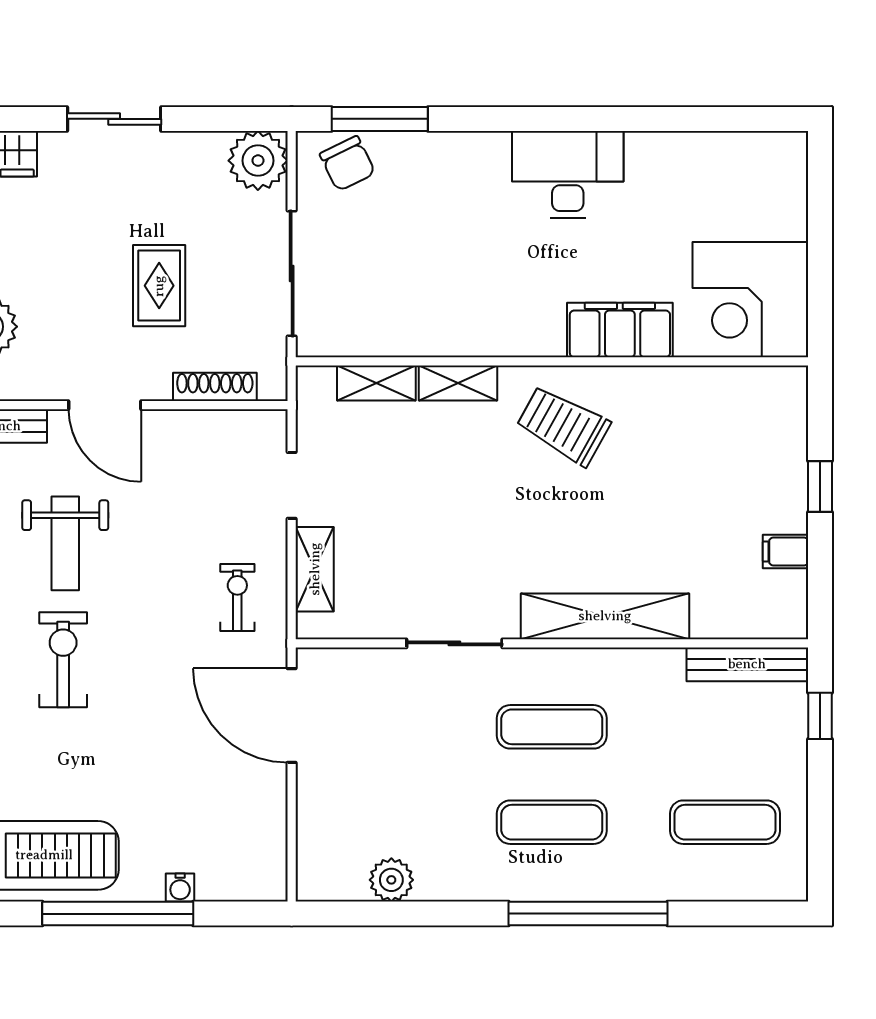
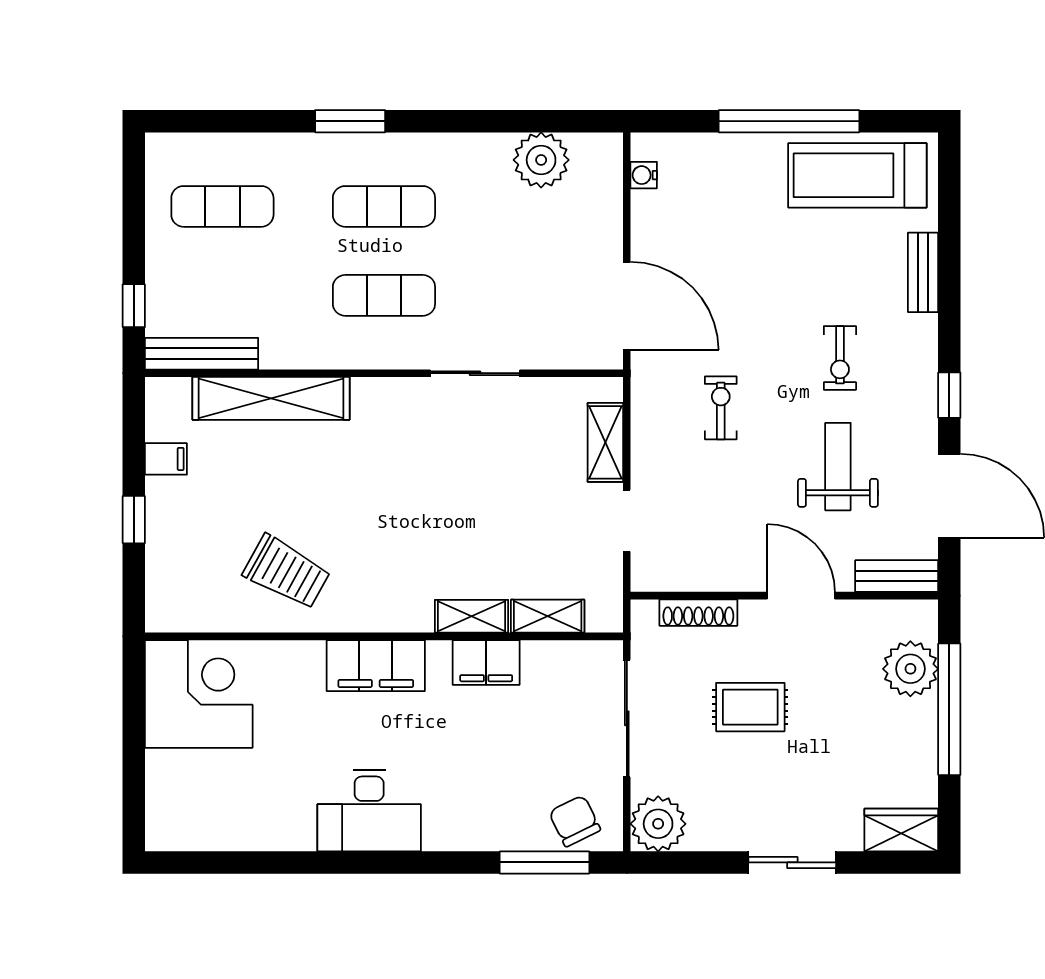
rug: (159, 286) -> (750, 707), turned 90
filing cabinet: (620, 330) -> (376, 666), moved
filing cabinet: (442, 333) -> (486, 662), added
trolley: (563, 425) -> (287, 572), moved
exercise bike: (237, 597) -> (721, 408), moved, turned 180
shelving: (605, 616) -> (271, 398), moved
exercise bike: (63, 660) -> (840, 358), width x0.73, depth x0.72
plant: (391, 880) -> (541, 160), width x1.36, depth x1.36
water cooler: (180, 887) -> (644, 175), moved, turned -90
window: (588, 914) -> (350, 121), width x0.47

